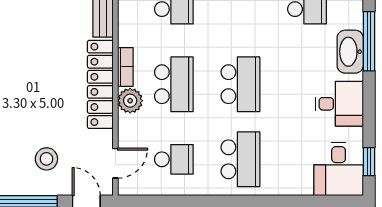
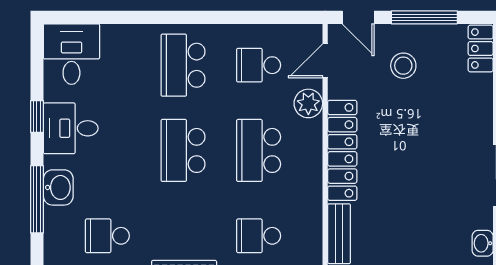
washbasin: (350, 52) -> (58, 187), width x0.72
bookcase: (125, 67) -> (314, 170), removed
plant: (130, 101) -> (308, 103), moved
window: (369, 162) -> (37, 116), moved

